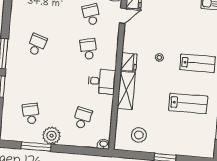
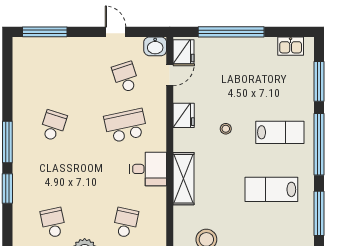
school desk: (88, 49) -> (126, 126), width x1.85
fridge: (129, 62) -> (184, 115), moved
lab bench: (188, 103) -> (271, 189), turned 180

